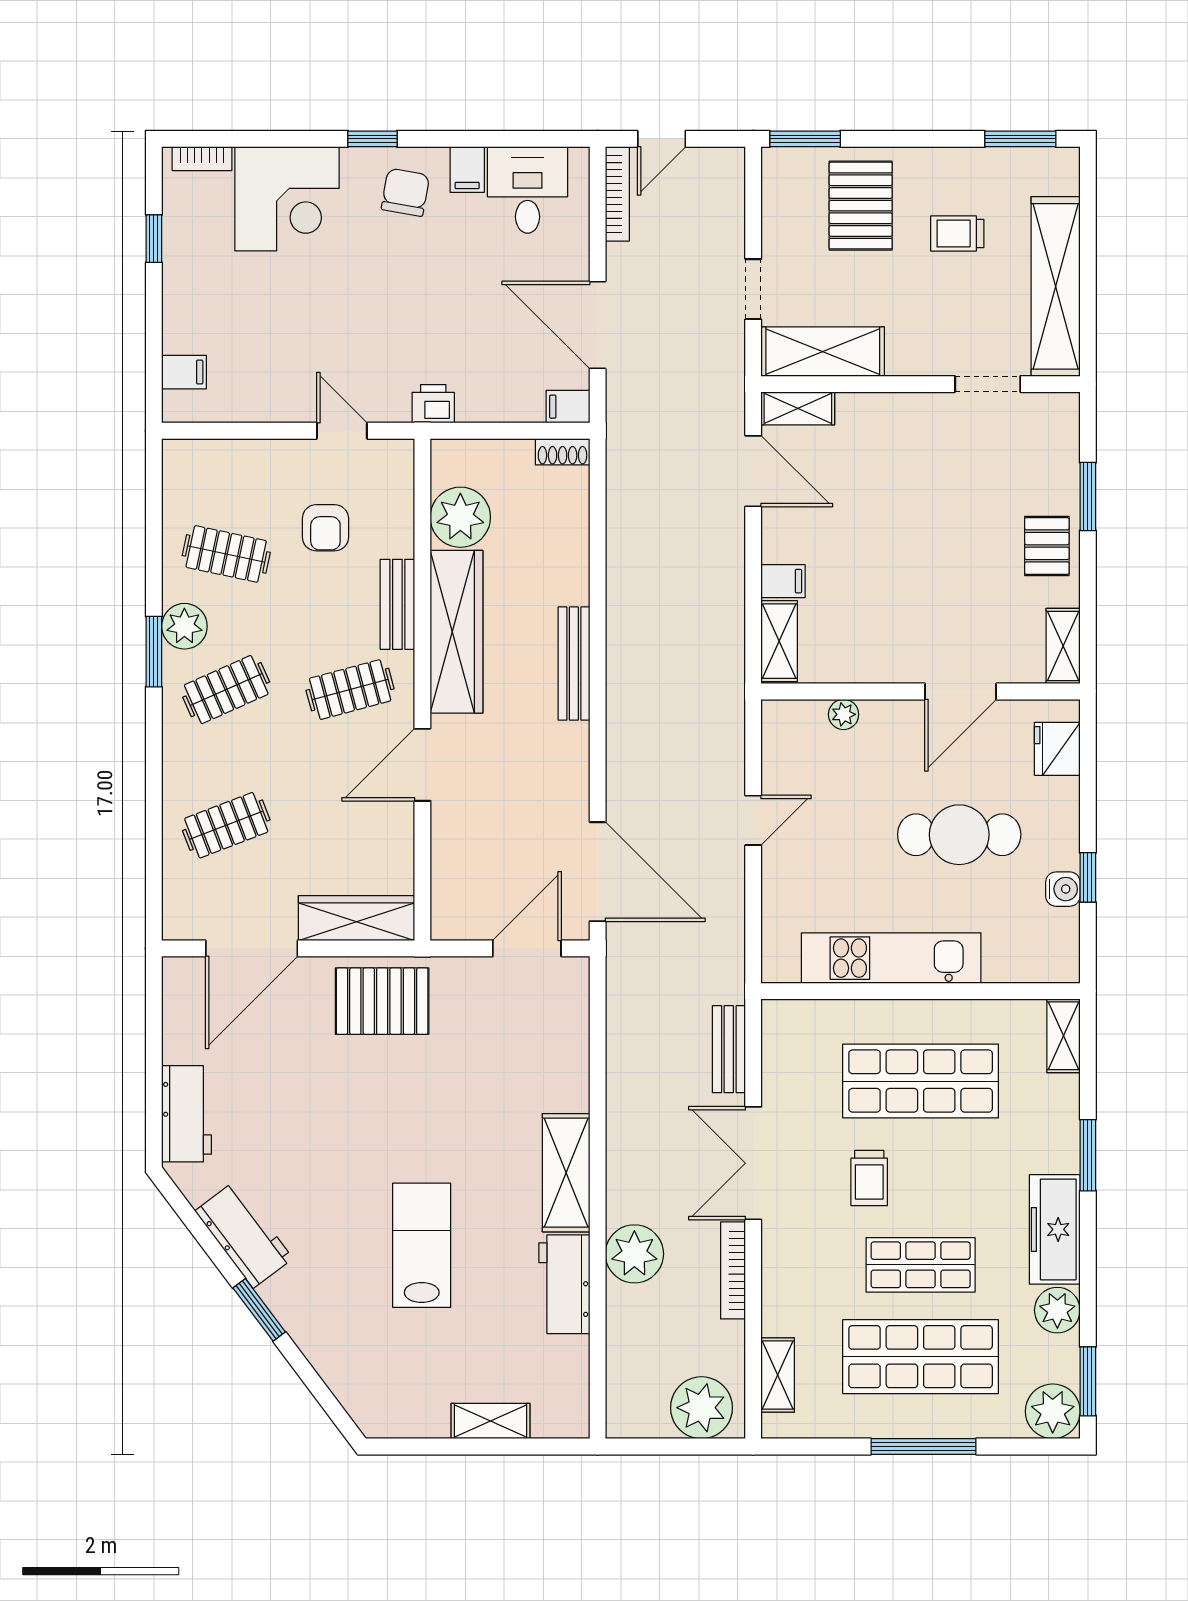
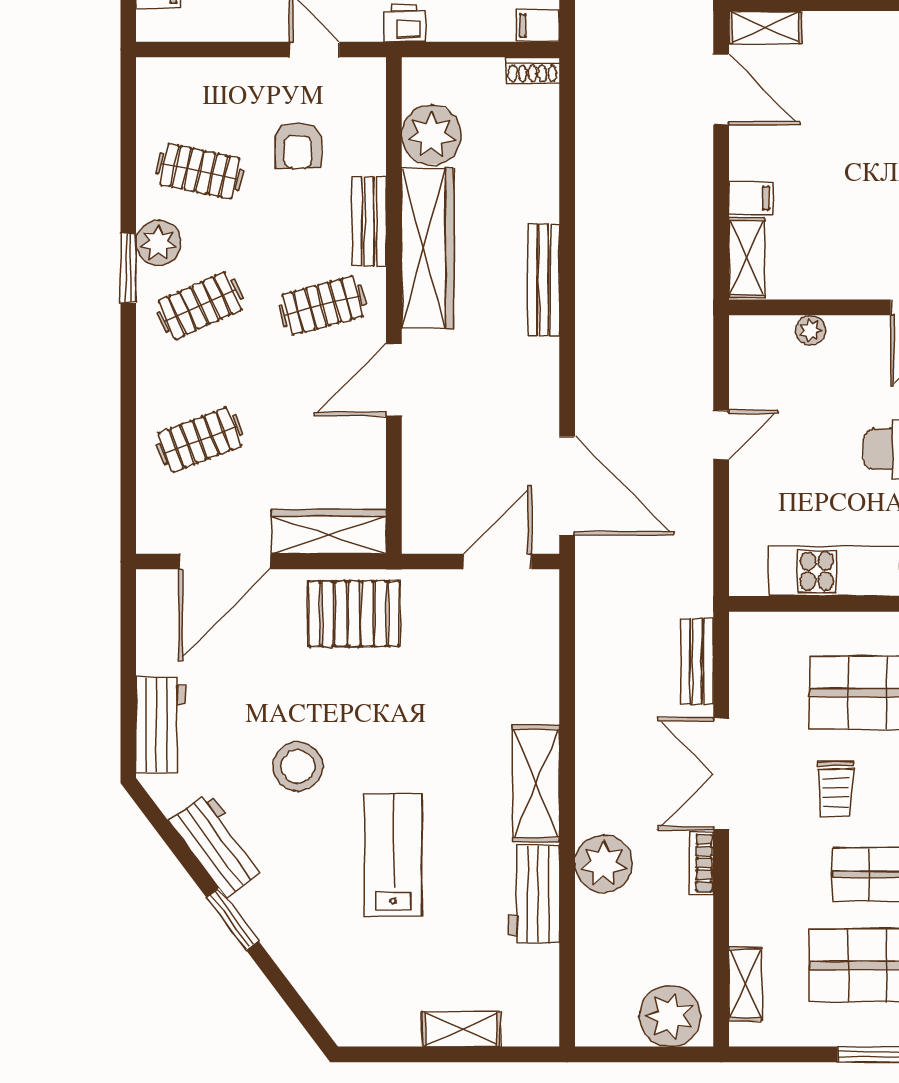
stool: (325, 1155) -> (298, 766), added
bookcase: (733, 1270) -> (701, 863), width x0.64

